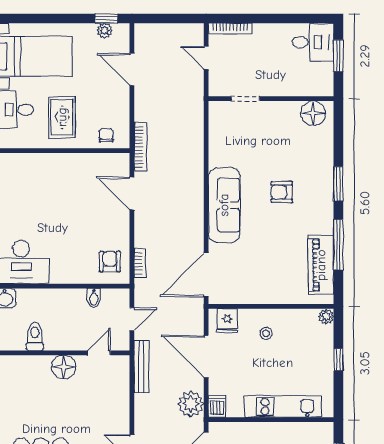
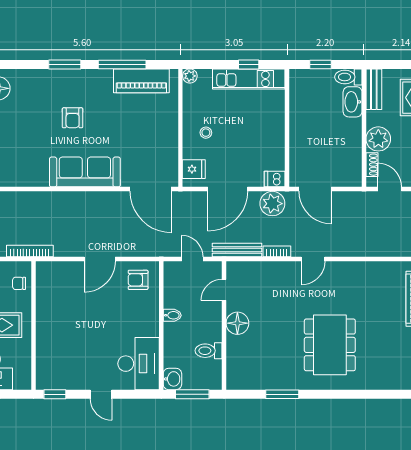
door: (132, 193) -> (100, 259), moved
bookcase: (140, 263) -> (277, 251), moved
bidet: (94, 298) -> (172, 315), moved
door: (99, 353) -> (224, 290), hinge flipped
window: (338, 360) -> (249, 64), moved
kitchen unit: (283, 407) -> (249, 79), moved, turned -90

